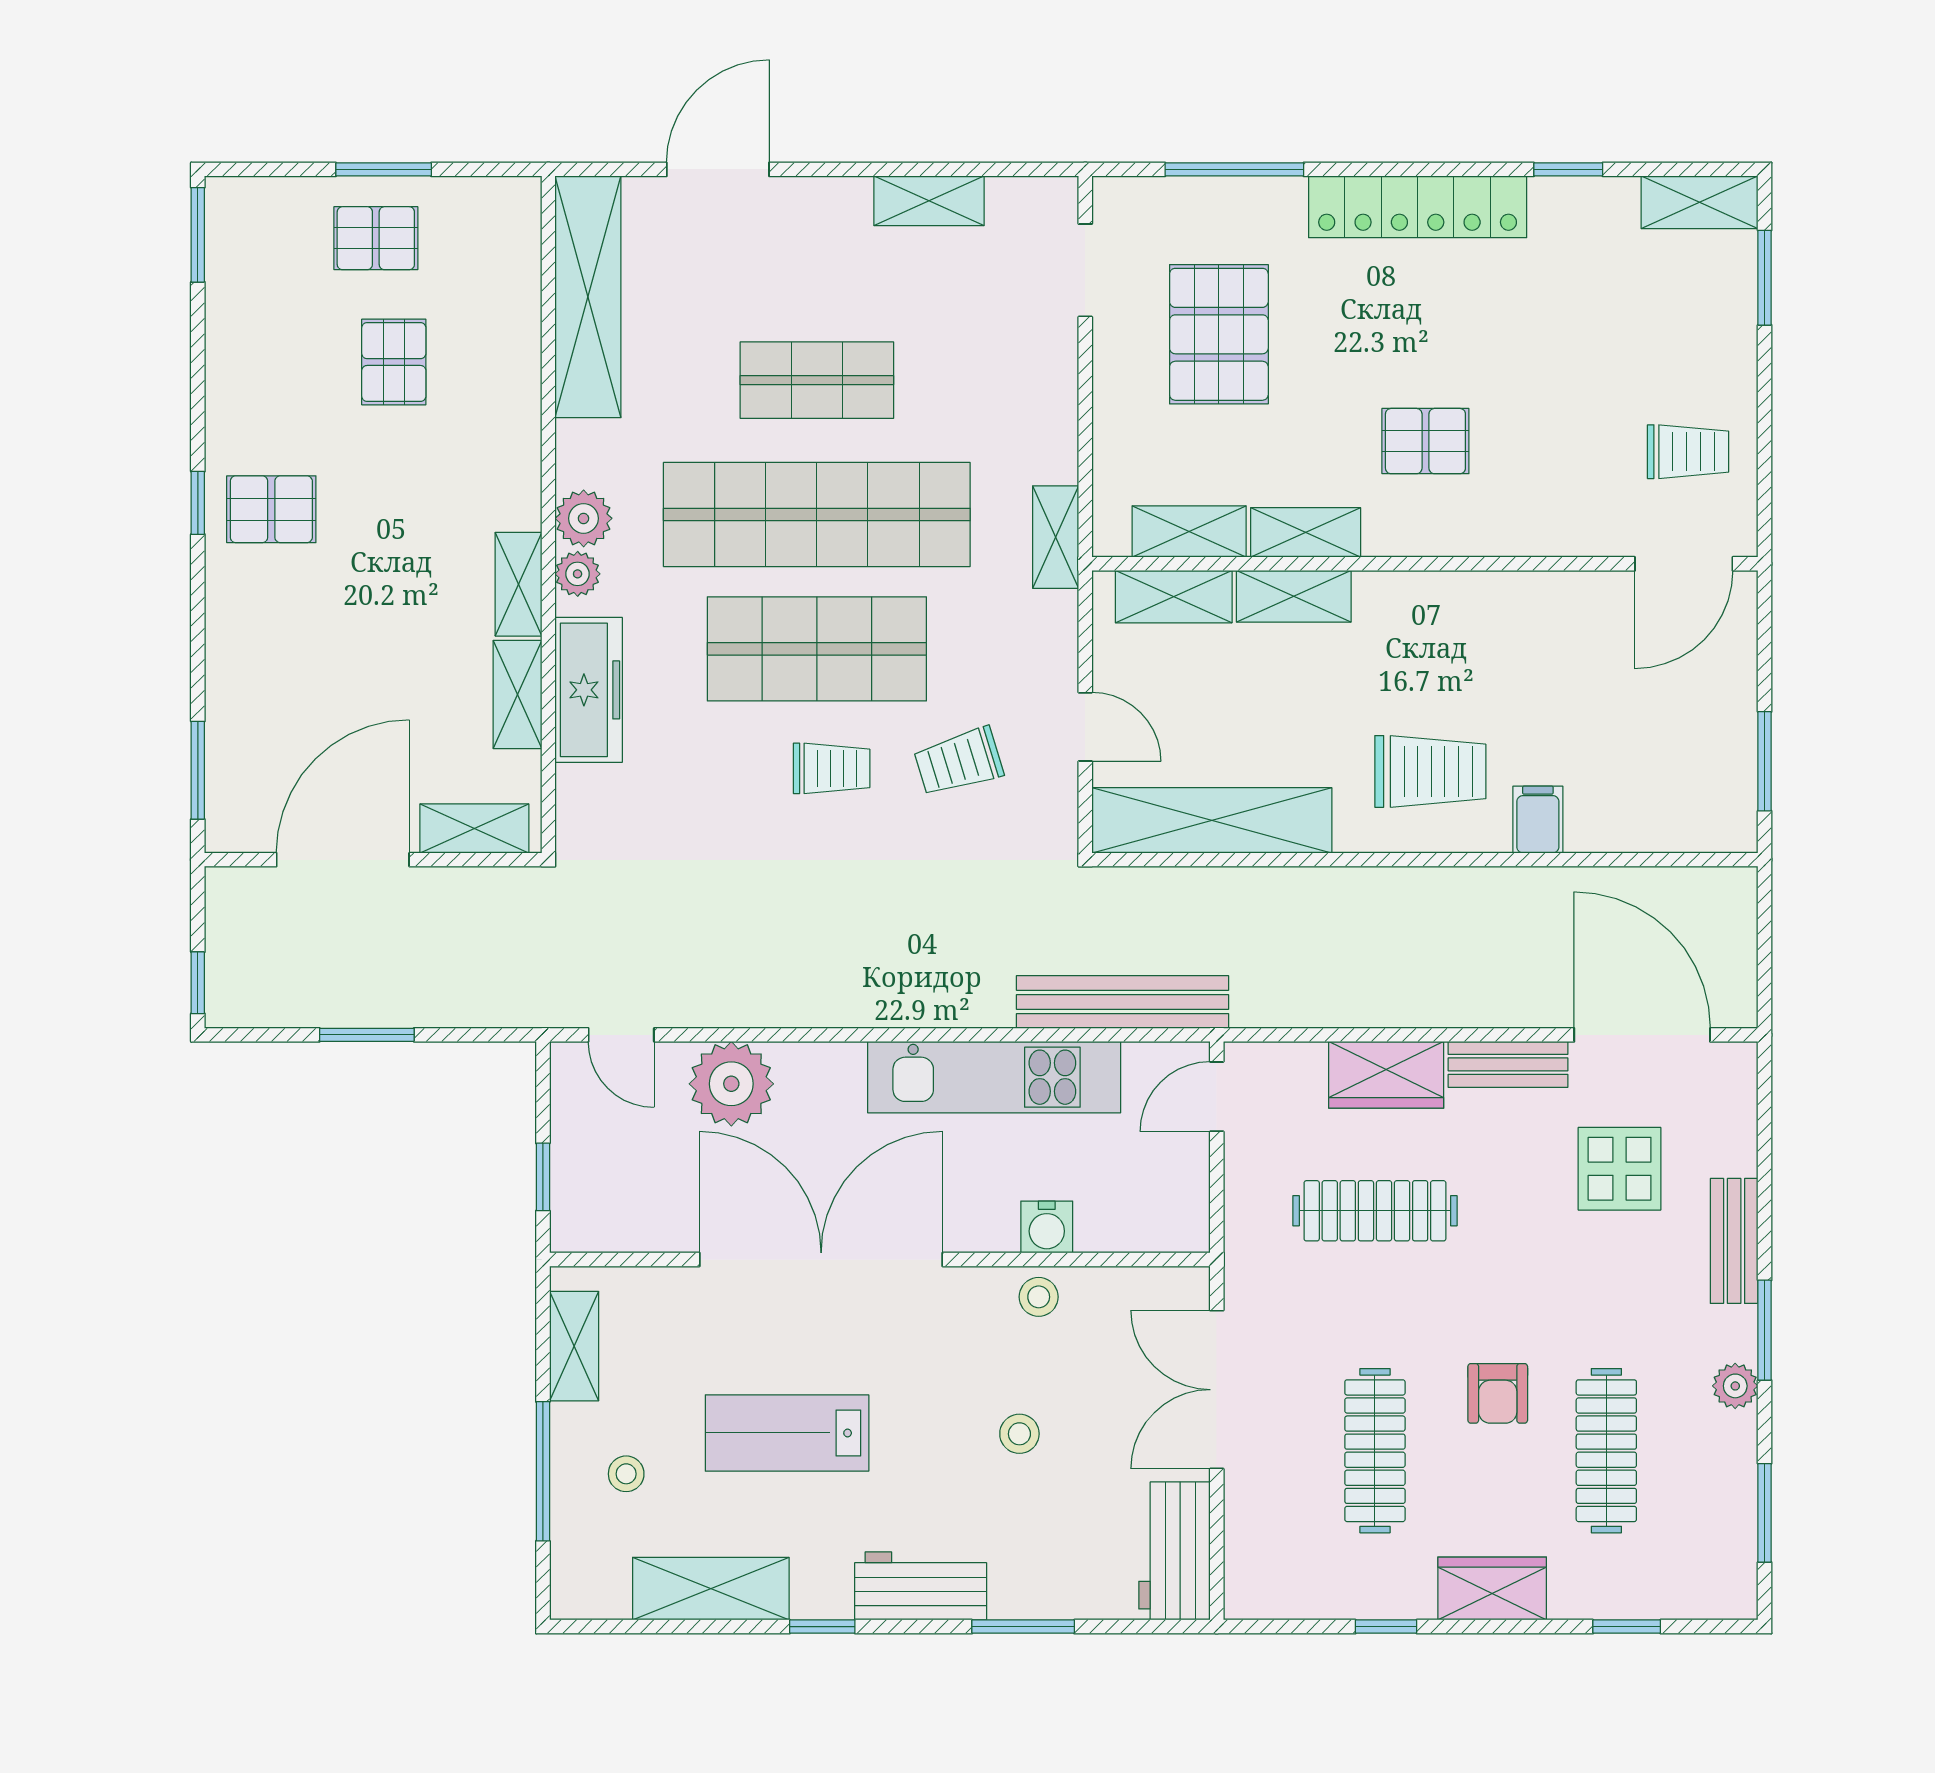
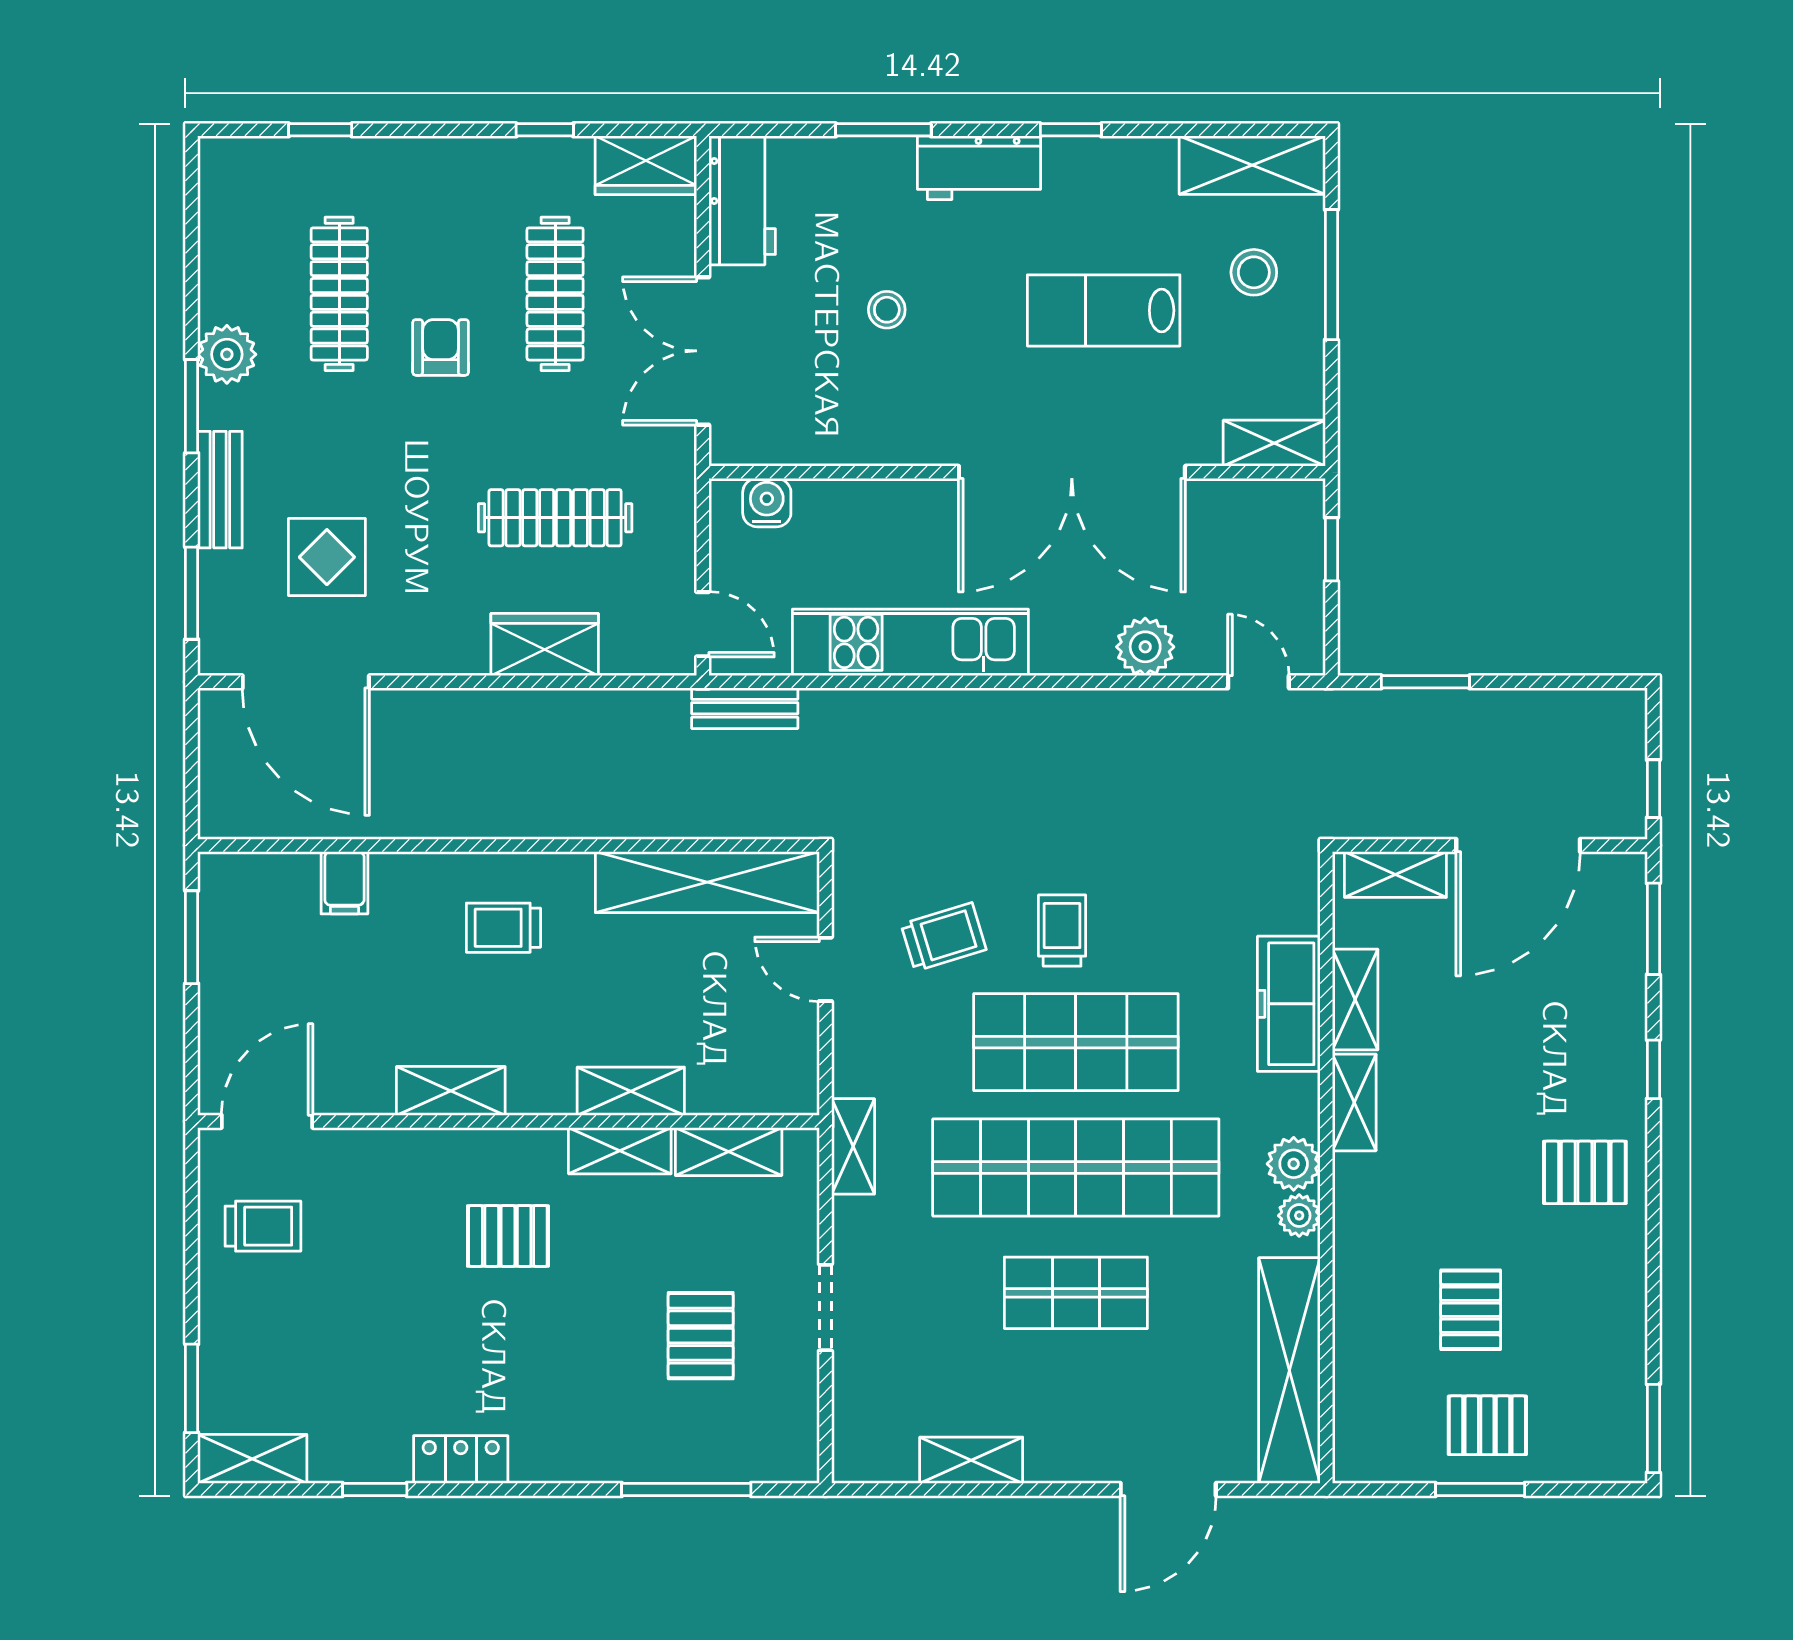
locker: (1418, 207) -> (461, 1460), width x0.46, depth x0.83
doorway: (1085, 270) -> (825, 1307), moved
pallet: (1219, 334) -> (701, 1336), width x0.67, depth x0.71
trolley: (1688, 452) -> (263, 1226), turned 180
window: (198, 503) -> (1653, 1069), moved
plant: (578, 574) -> (1299, 1216), moved
shelving: (1174, 597) -> (451, 1091), moved
trolley: (832, 768) -> (1062, 931), turned 90
trolley: (1430, 771) -> (503, 928), width x0.73, depth x0.72
filing cabinet: (1538, 820) -> (344, 883), moved
window: (198, 983) -> (1653, 789), moved
bench: (1123, 1002) -> (745, 708), width x0.54, depth x0.82
window: (367, 1035) -> (1425, 682), moved
bench: (1508, 1064) -> (431, 654), removed
plant: (731, 1084) -> (1145, 647), width x0.73, depth x0.73
door: (1217, 1097) -> (703, 624), hinge flipped
water cooler: (1047, 1227) -> (767, 503), moved
stool: (1039, 1297) -> (869, 437), removed
shelving: (574, 1346) -> (1274, 443), moved, turned 90
plant: (1735, 1386) -> (227, 354), width x1.38, depth x1.38
double door: (1217, 1390) -> (703, 351), swing flipped
lab bench: (787, 1433) -> (1104, 310), turned 180
stool: (626, 1474) -> (1254, 272), width x1.37, depth x1.37
window: (1765, 1513) -> (192, 593), moved
wardrobe: (1492, 1588) -> (646, 165), moved
shelving: (711, 1589) -> (1252, 165), moved

